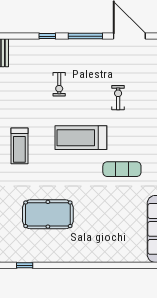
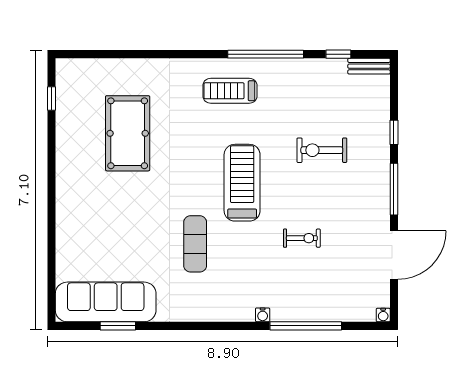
exercise bike: (59, 84) -> (322, 150), width x1.38, depth x1.39

